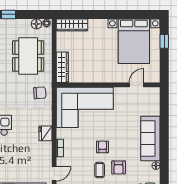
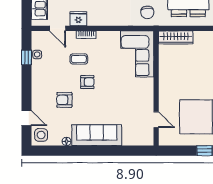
corner sofa: (85, 107) -> (137, 54), width x0.73, depth x0.74
fridge: (45, 133) -> (78, 19), moved
coffee table: (100, 170) -> (79, 59), moved

